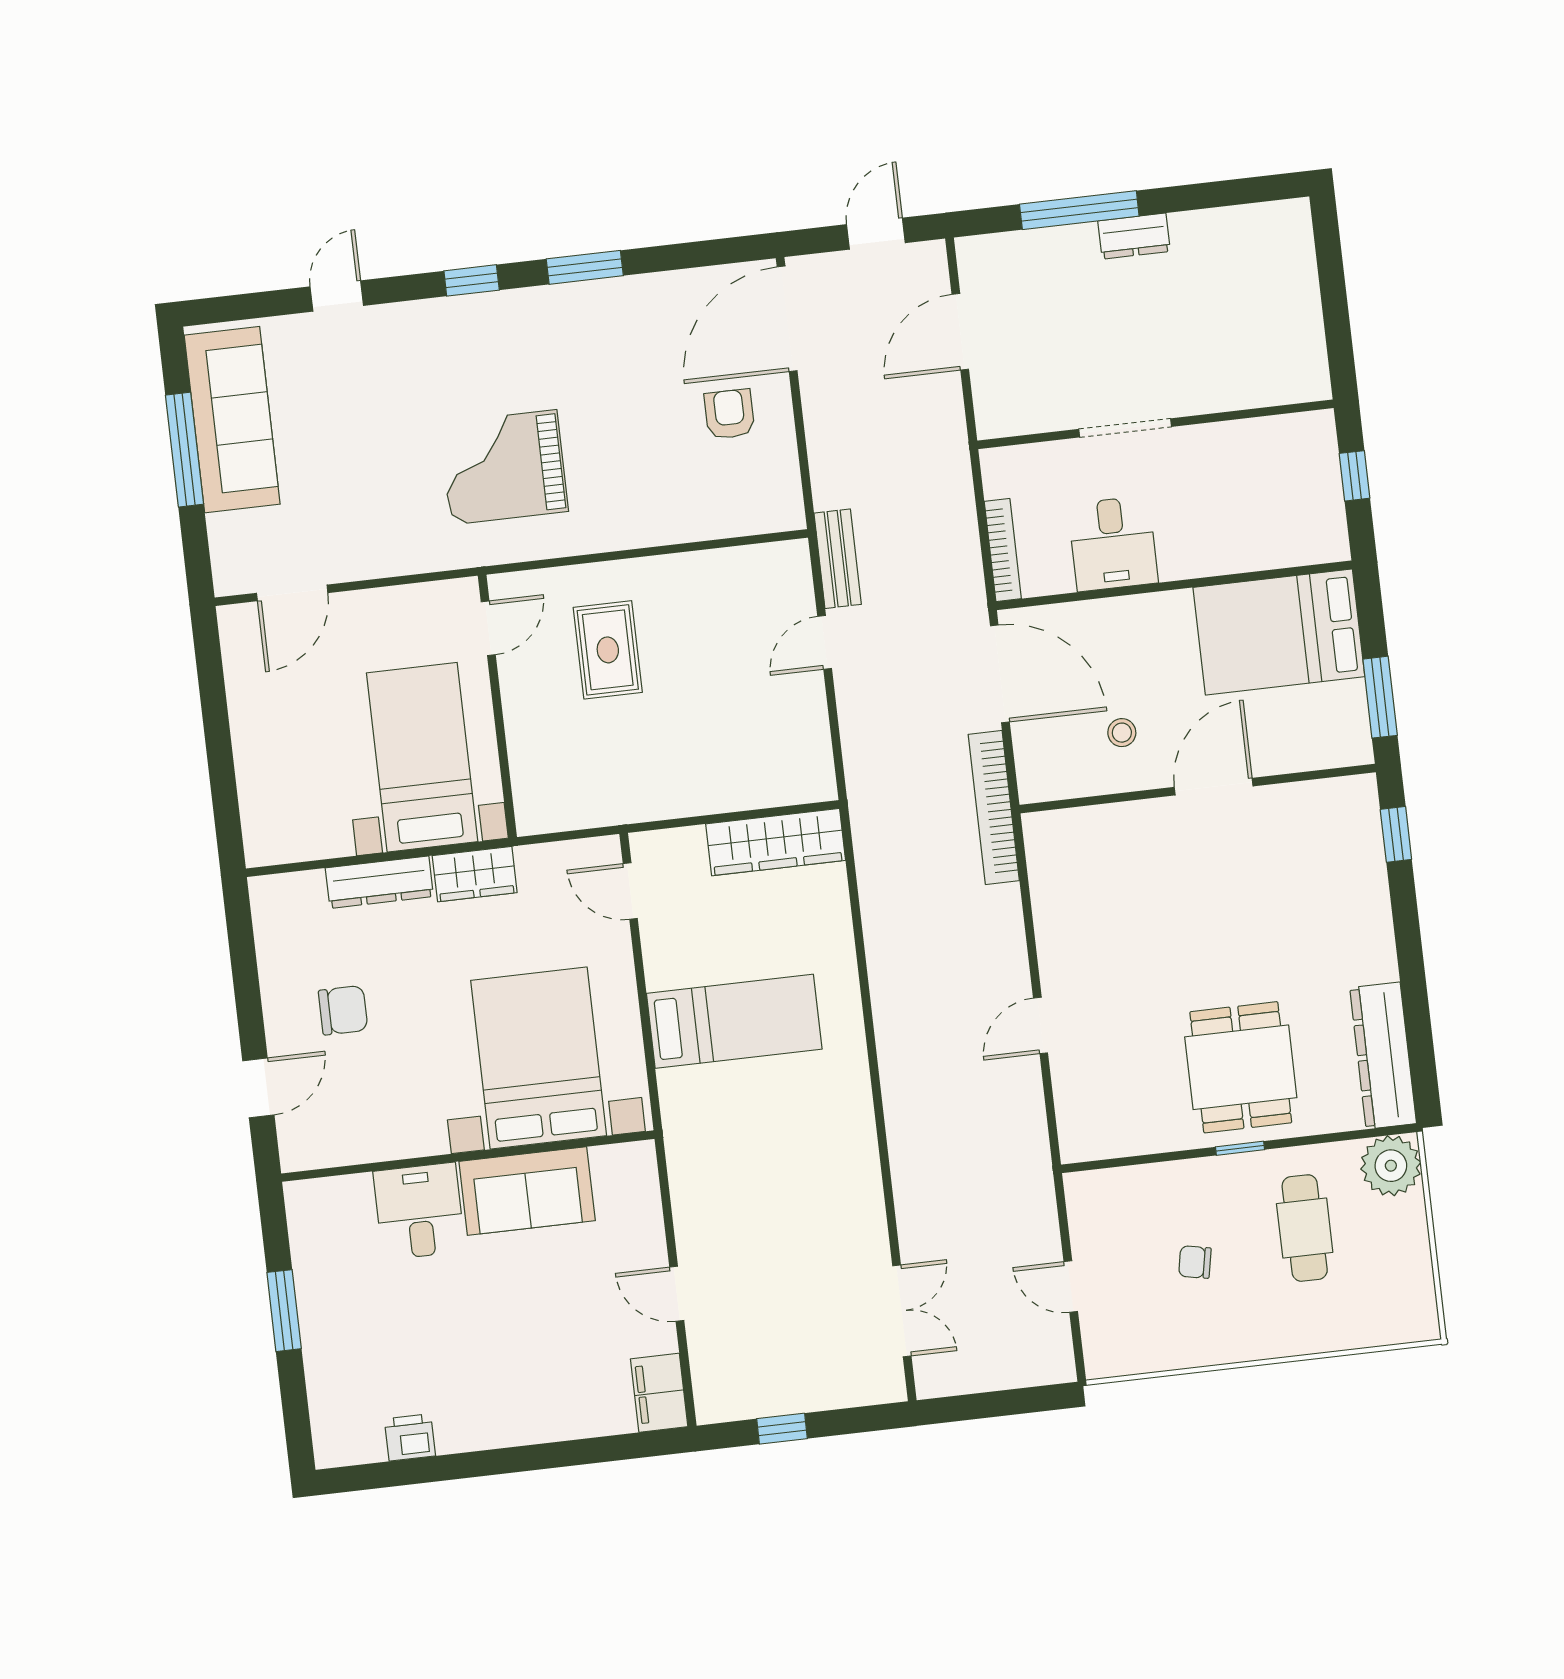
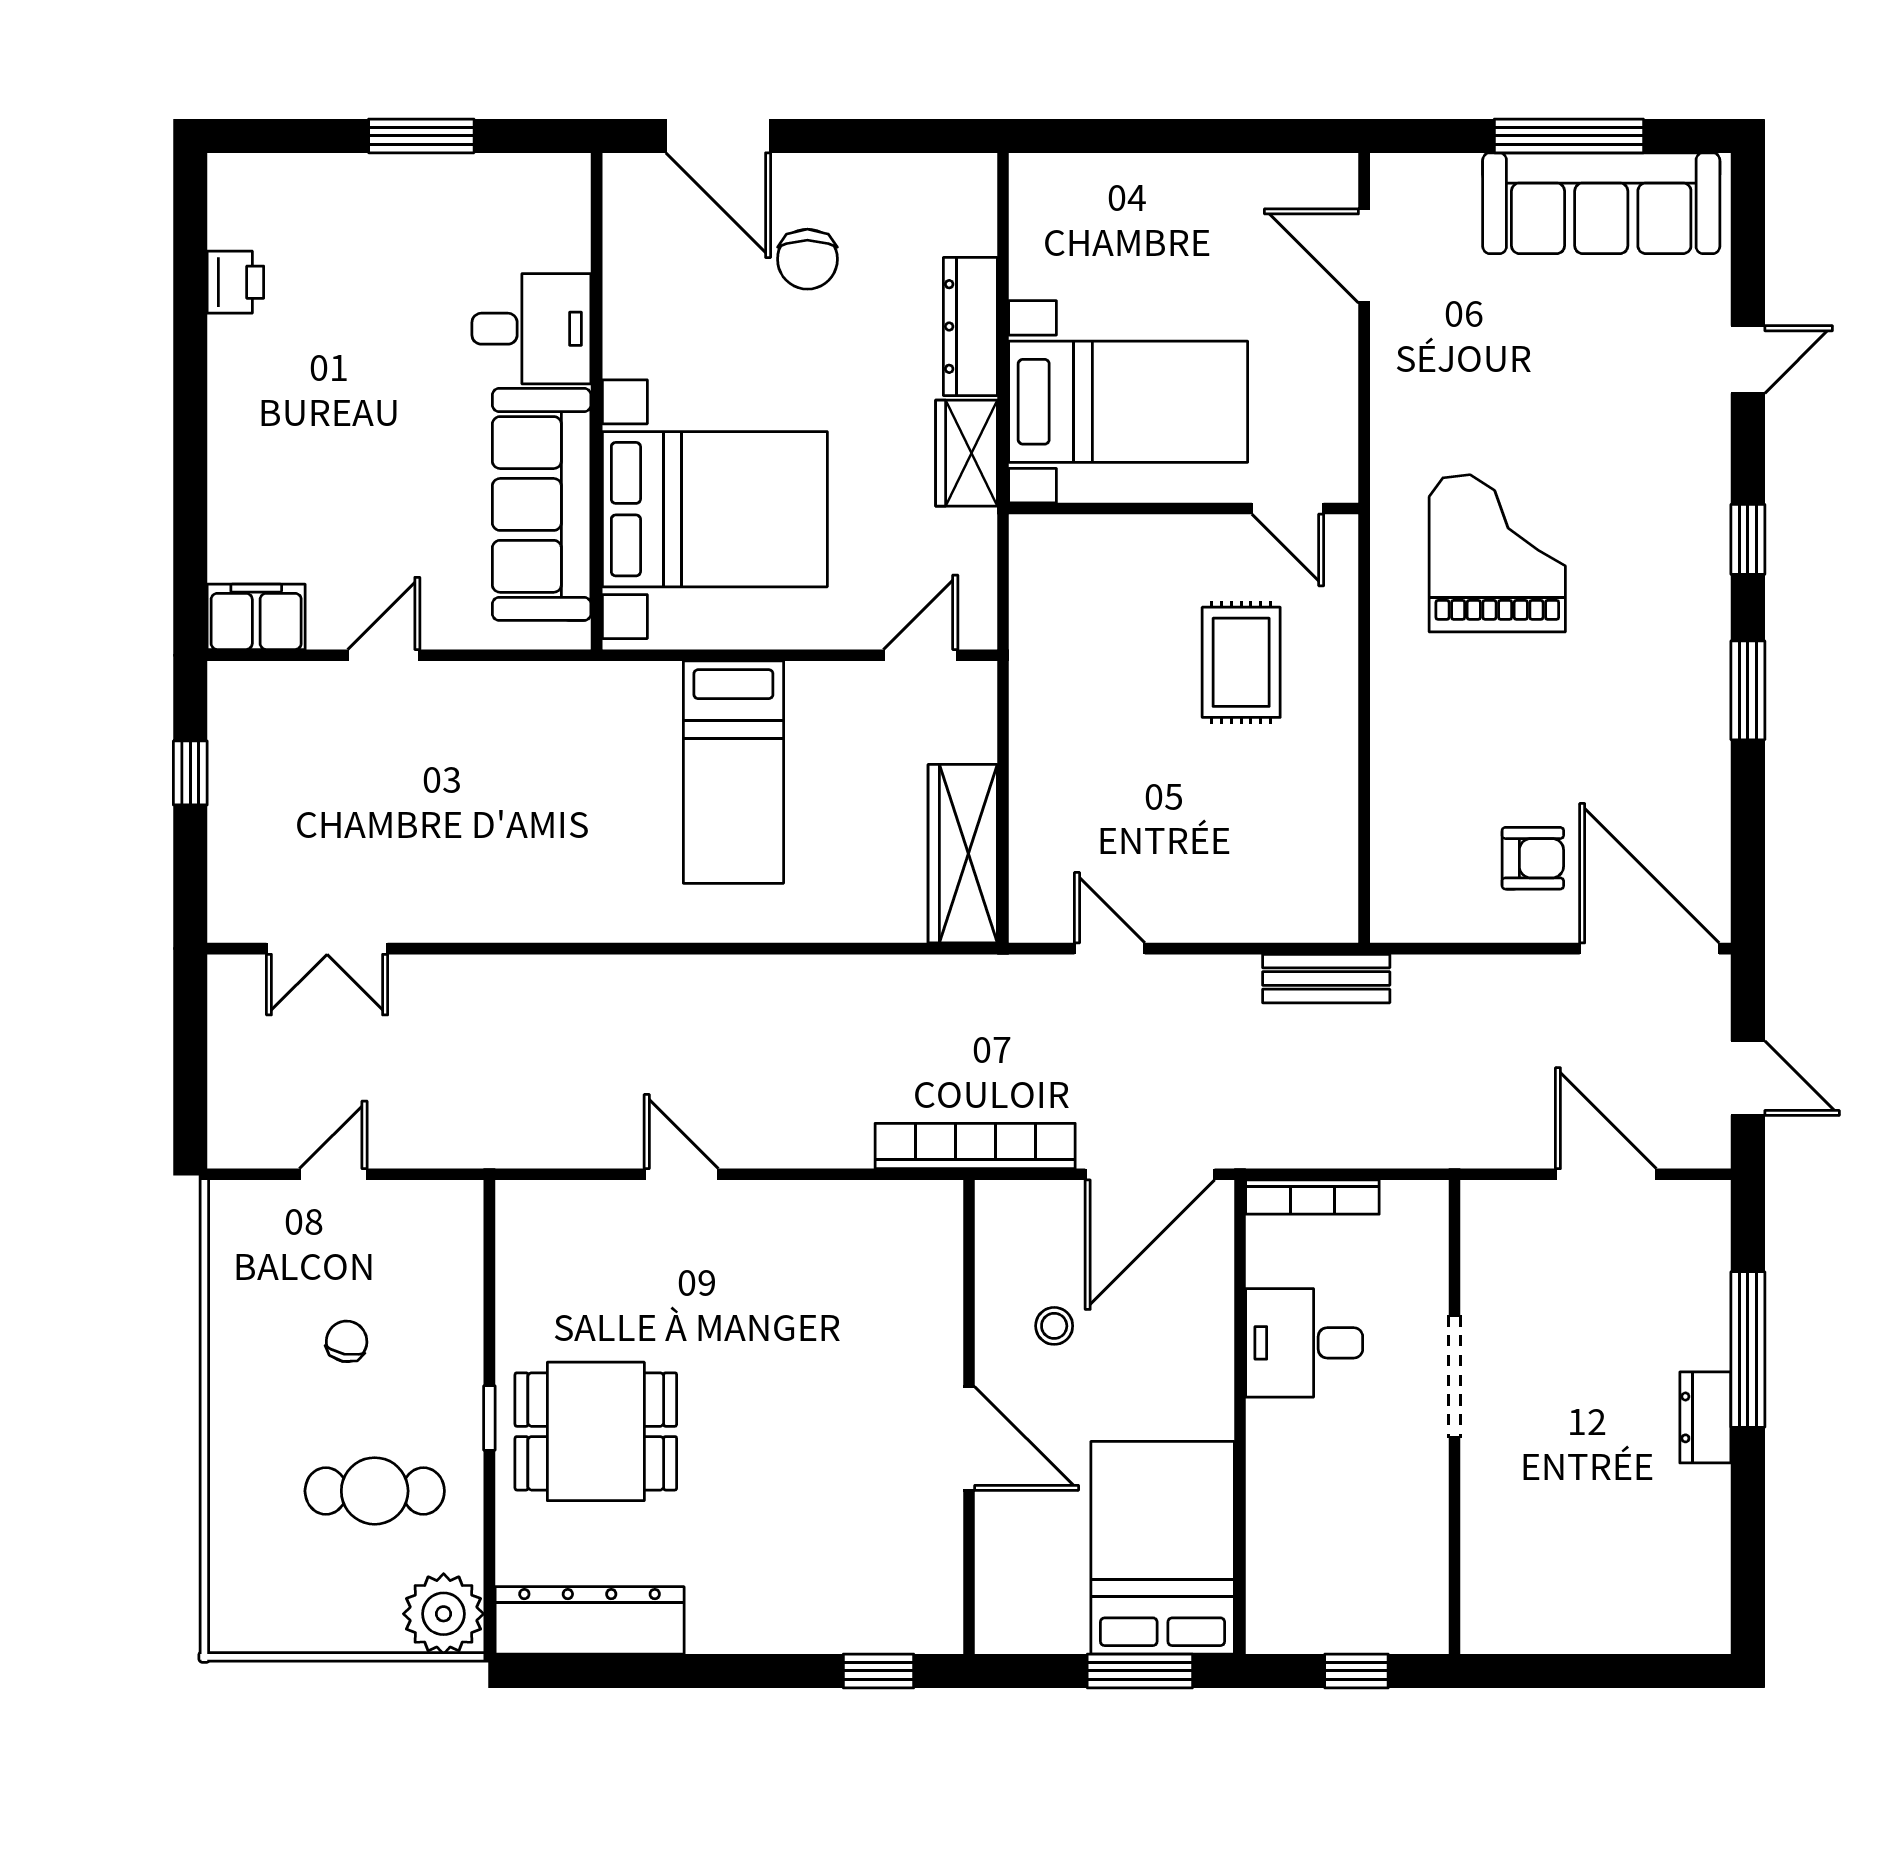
door: (337, 296) -> (1748, 360), hinge flipped
door: (825, 642) -> (1110, 949), moved
rug: (608, 650) -> (1241, 662), turned 90
window: (1380, 697) -> (1140, 1671), moved
door: (258, 1088) -> (718, 136), width x1.38
sofa: (527, 1191) -> (542, 504), width x1.36

